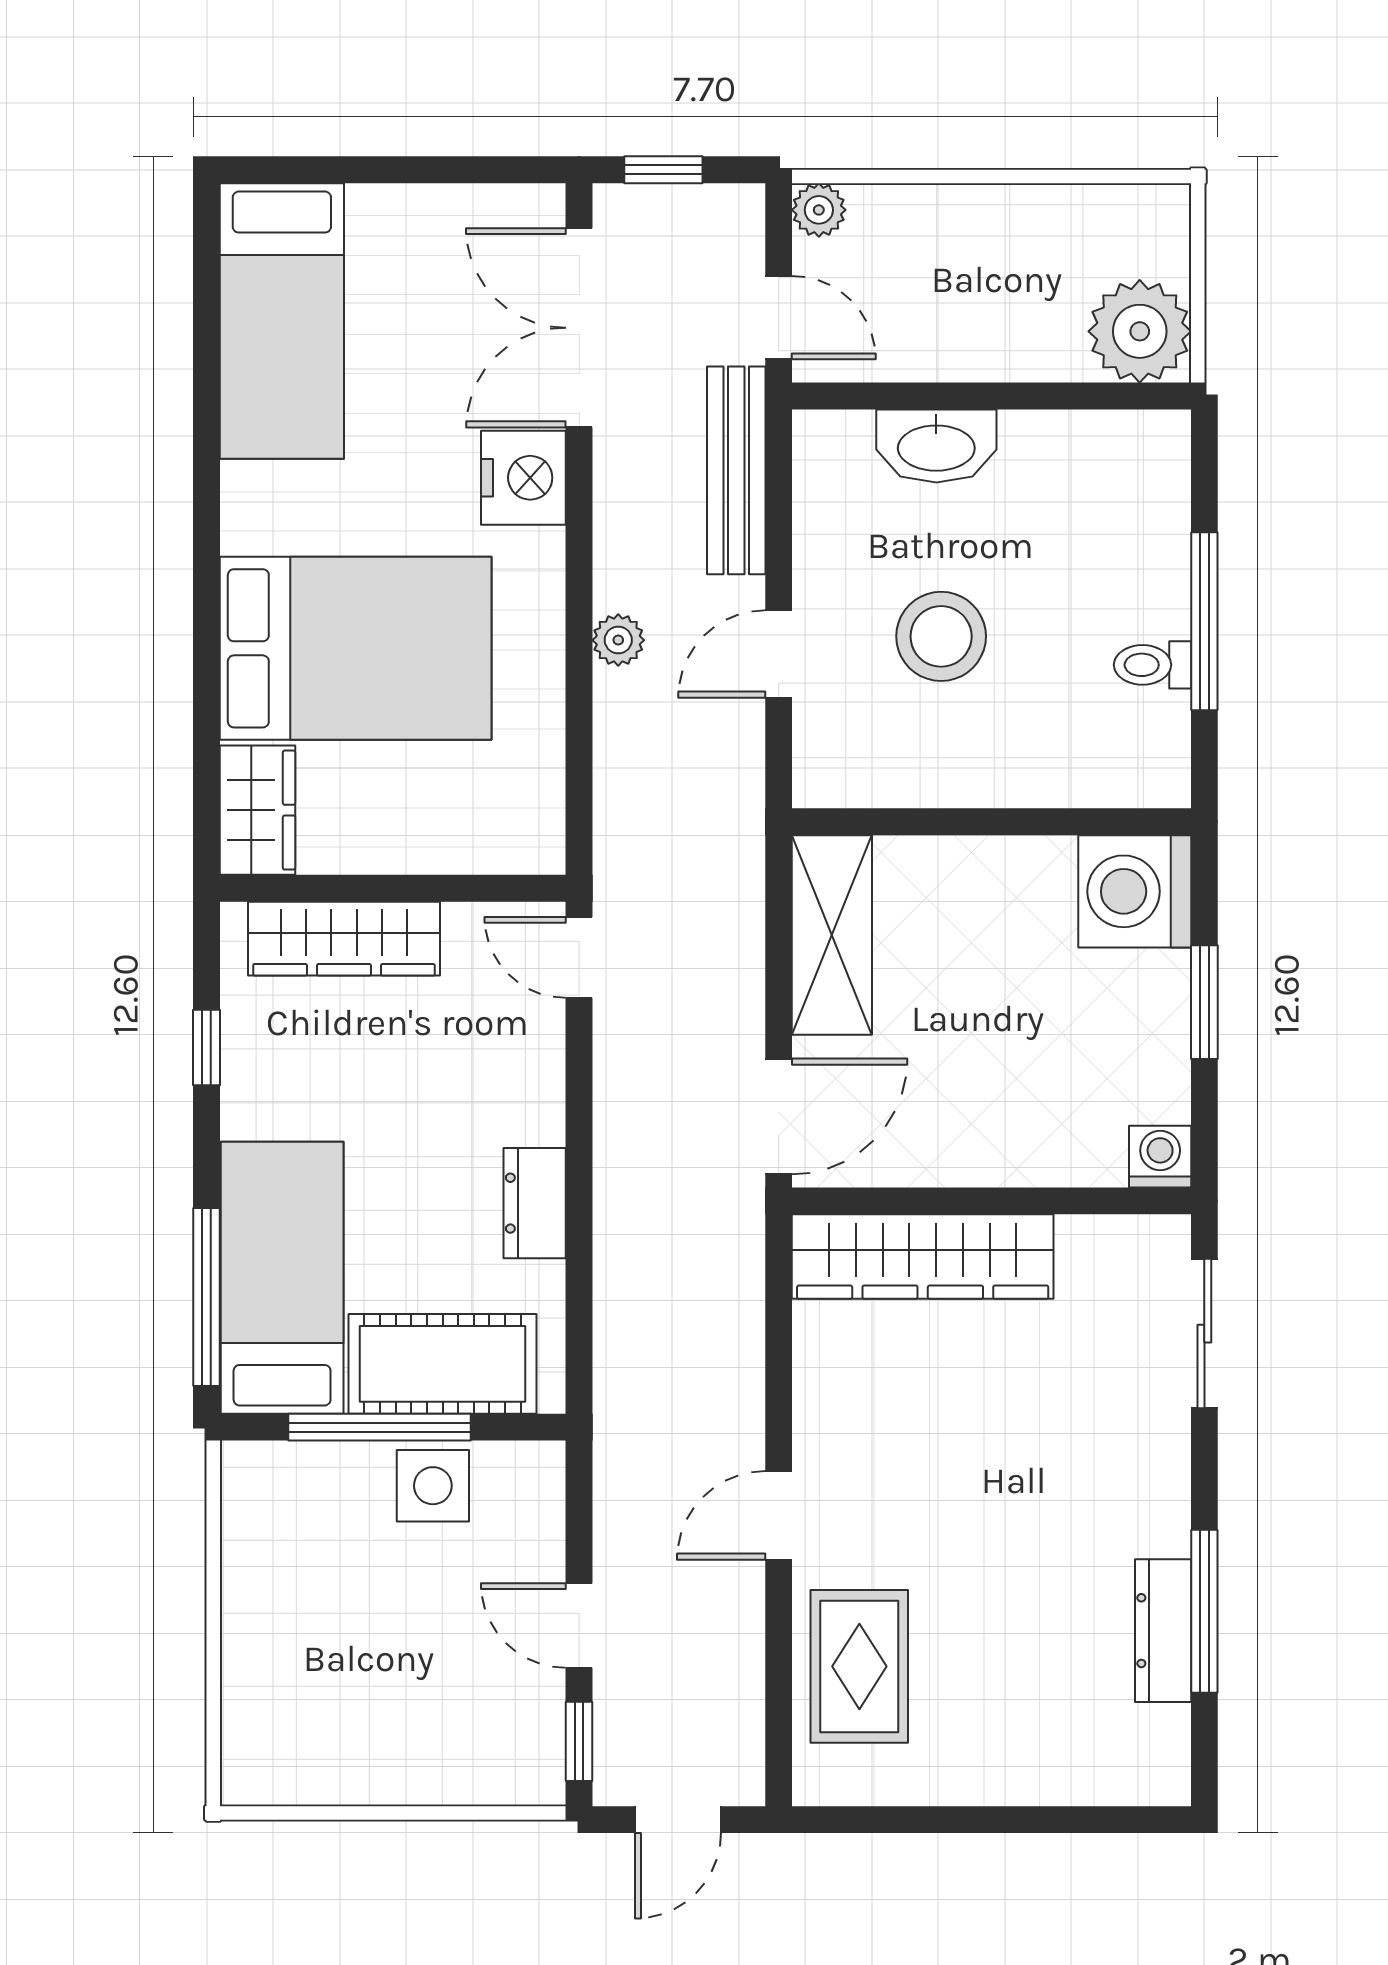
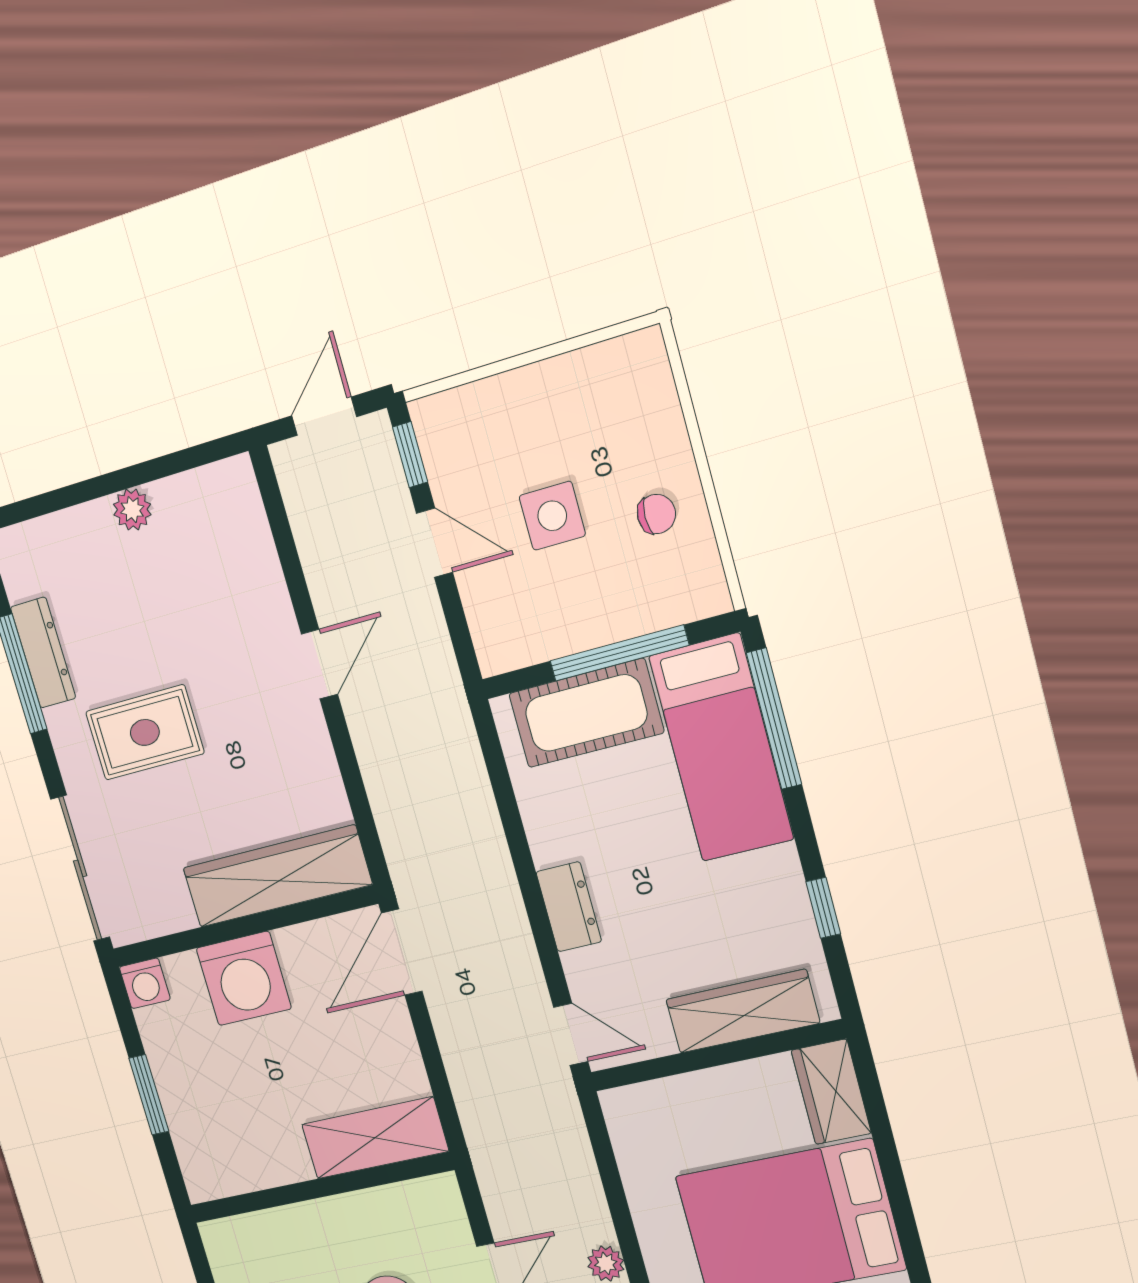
washing machine: (1135, 891) -> (244, 978), moved, turned 90
shelving: (832, 935) -> (375, 1138), moved, turned 90
dresser: (535, 1203) -> (569, 907), moved
sliding door: (1204, 1334) -> (80, 868), width x1.37
side table: (433, 1486) -> (552, 516), moved
chair: (286, 1583) -> (656, 514), added
rug: (859, 1666) -> (145, 732), moved, turned 90
plant: (975, 1778) -> (132, 510), added

